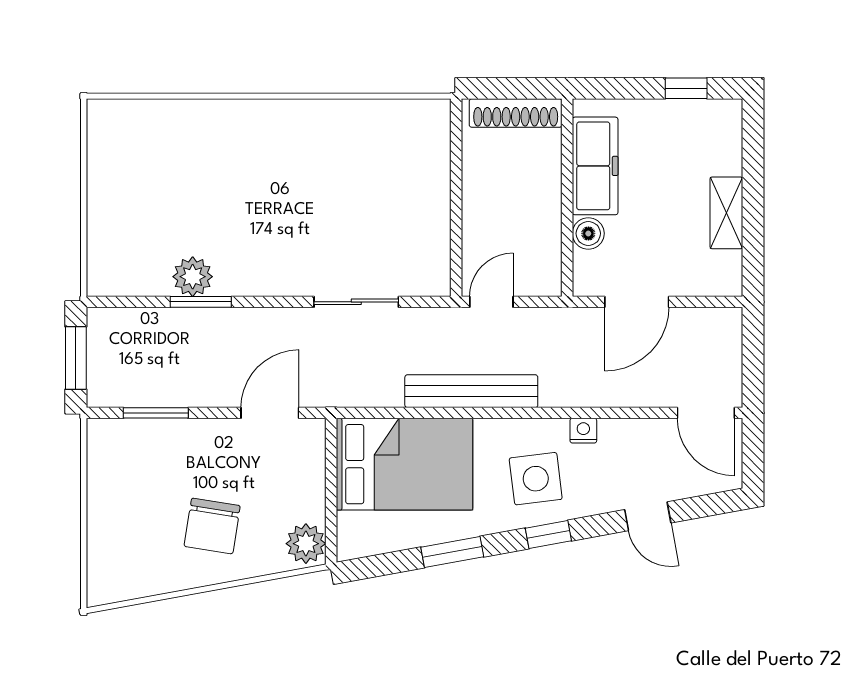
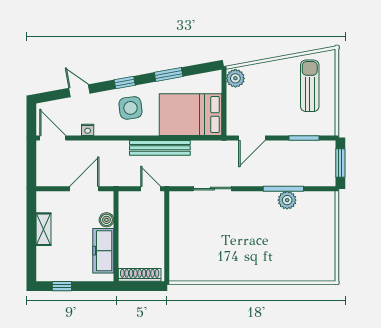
window: (201, 302) -> (283, 189), width x1.44
door: (491, 302) -> (151, 189), swing flipped
nightstand: (583, 431) -> (88, 130), moved
chair: (212, 526) -> (278, 86), removed
sun lounger: (143, 527) -> (310, 86), added

